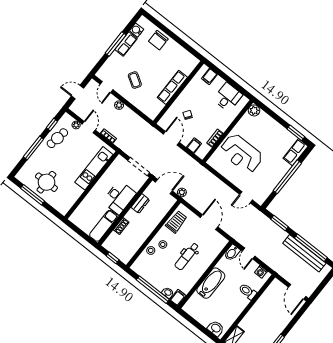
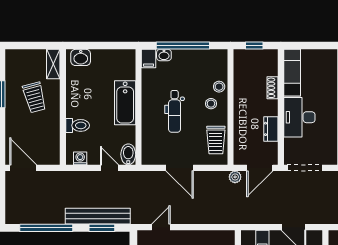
bench: (304, 253) -> (98, 216), moved
dental chair: (187, 256) -> (175, 111), turned 180
trolley: (259, 326) -> (34, 97), added

